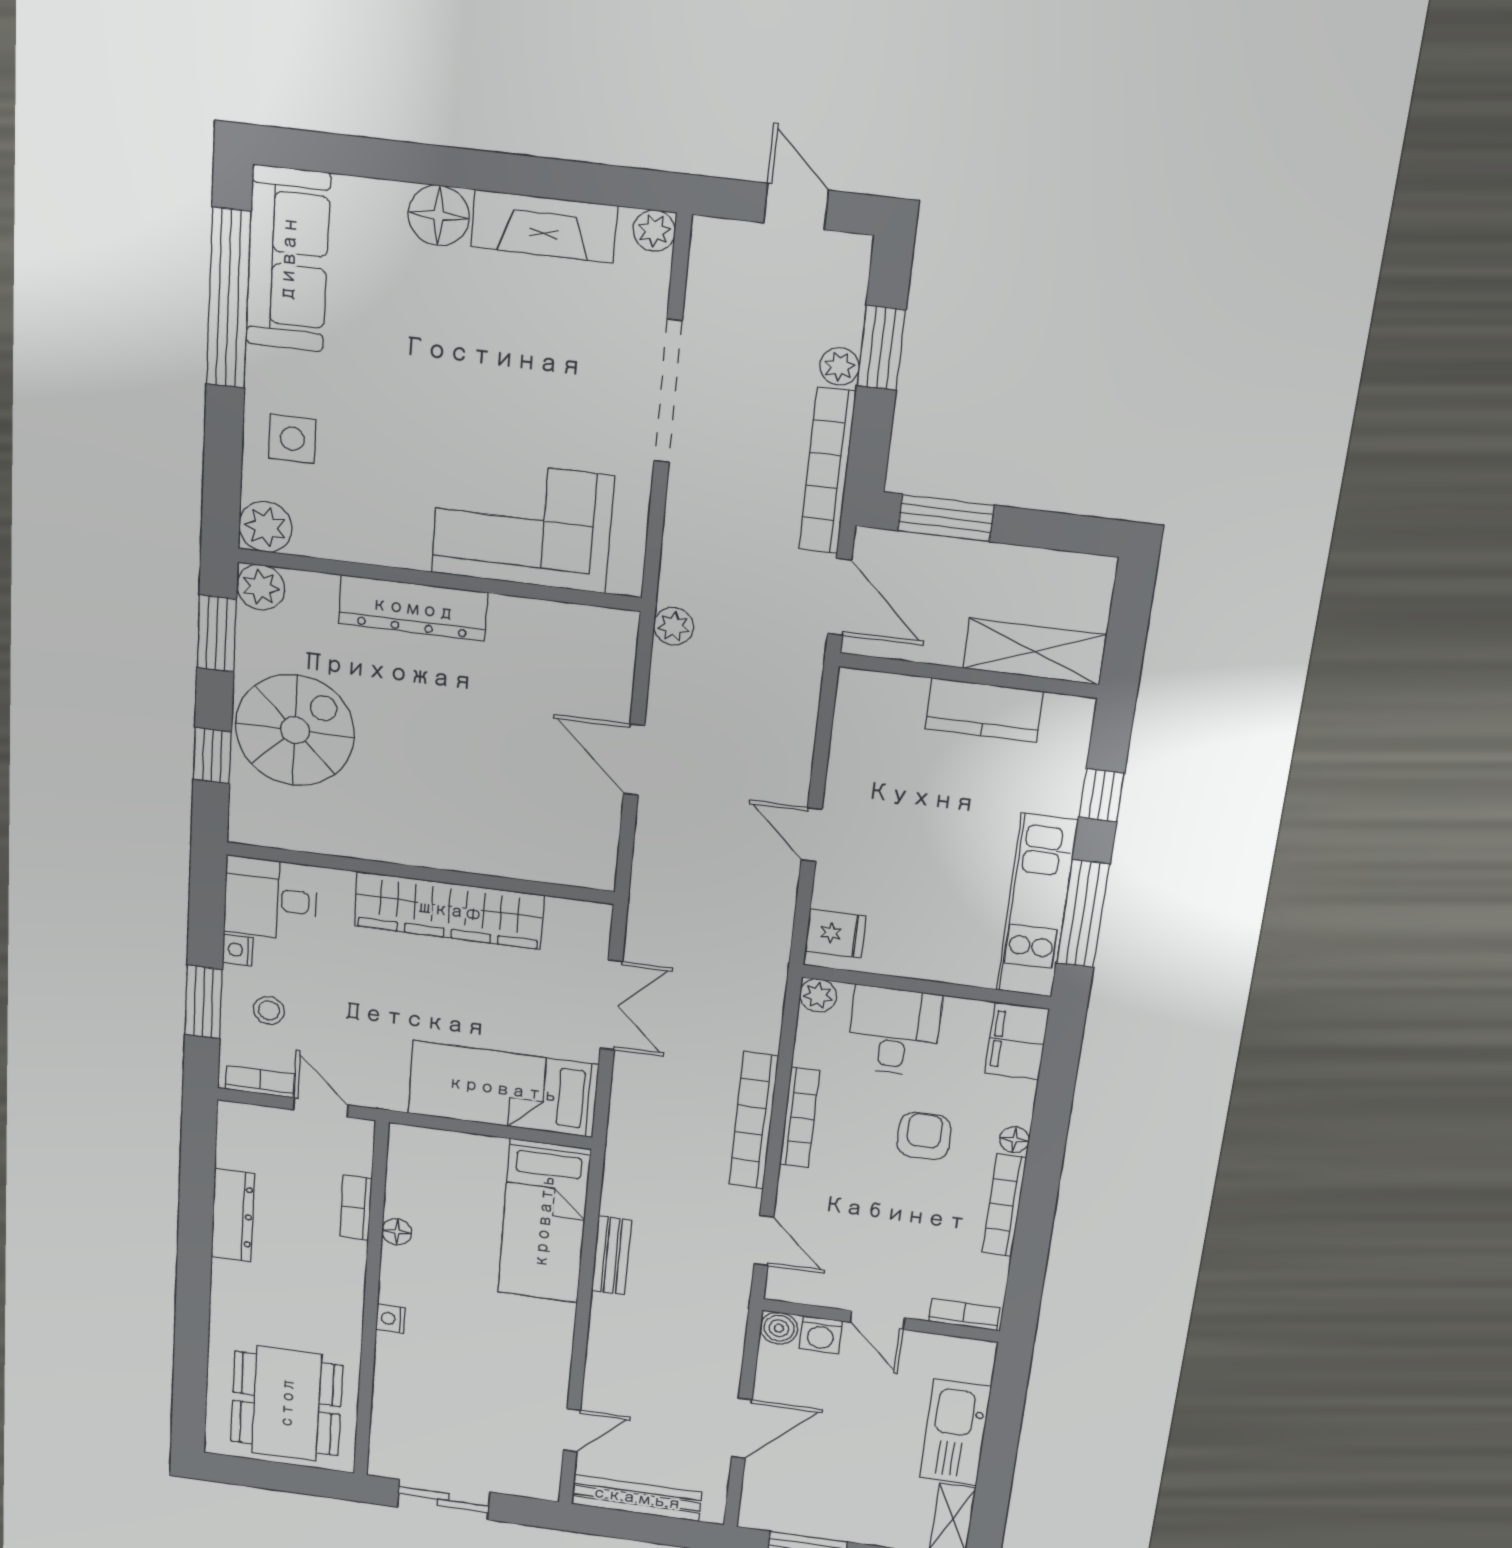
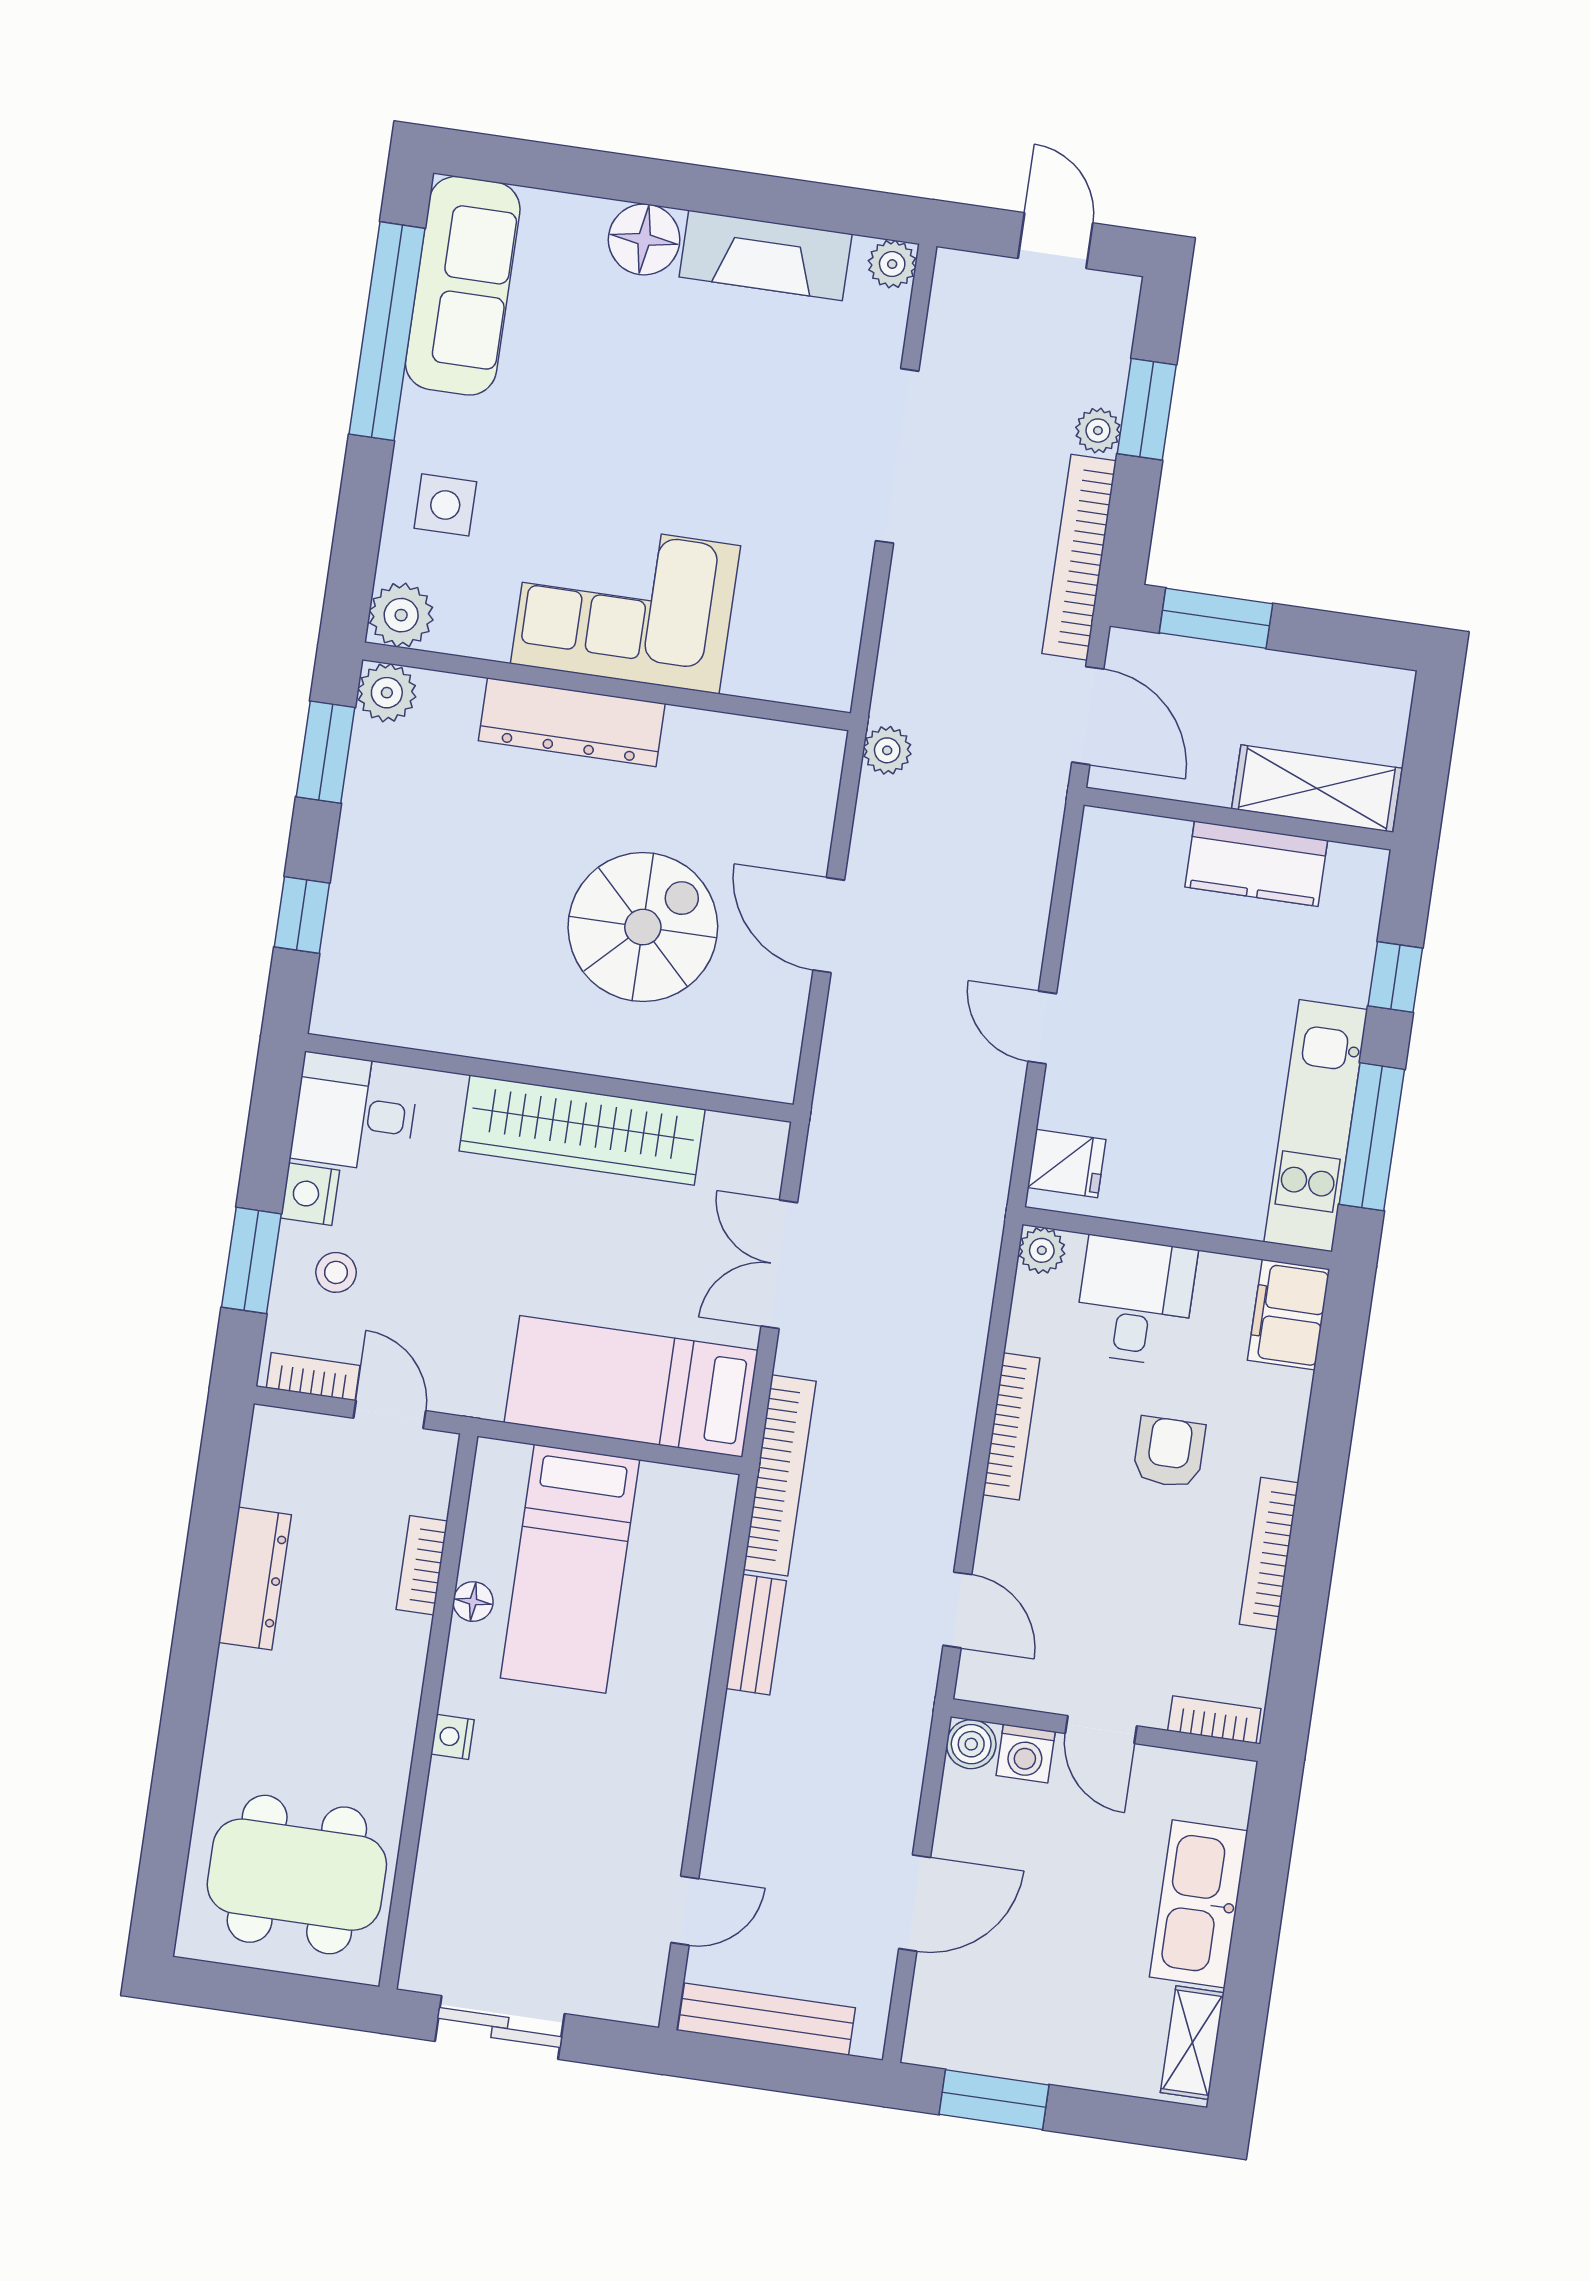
corner sofa: (523, 524) -> (626, 605), moved
spiral stairs: (295, 730) -> (643, 927), moved
nightstand: (238, 950) -> (310, 1194), width x1.39, depth x1.35
double door: (611, 1005) -> (779, 1264), swing flipped
bookcase: (754, 1121) -> (780, 1475), moved, turned 180
floor lamp: (1014, 1140) -> (1283, 1457), removed
bed: (544, 1221) -> (570, 1569), moved
dining table: (287, 1403) -> (297, 1875), turned 90

